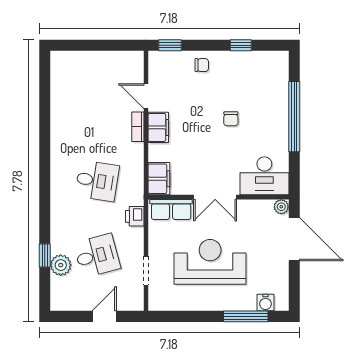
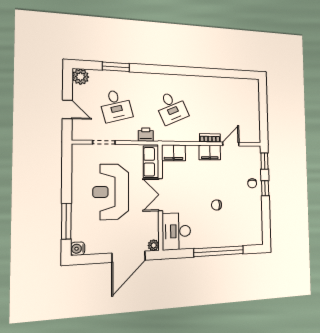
window: (241, 45) -> (265, 188), moved
desk: (97, 181) -> (172, 108), turned -33
window: (45, 255) -> (116, 67), width x1.50
reception desk: (210, 262) -> (111, 192), turned 180
plant: (61, 265) -> (81, 77), moved
water cooler: (266, 303) -> (78, 249), moved

